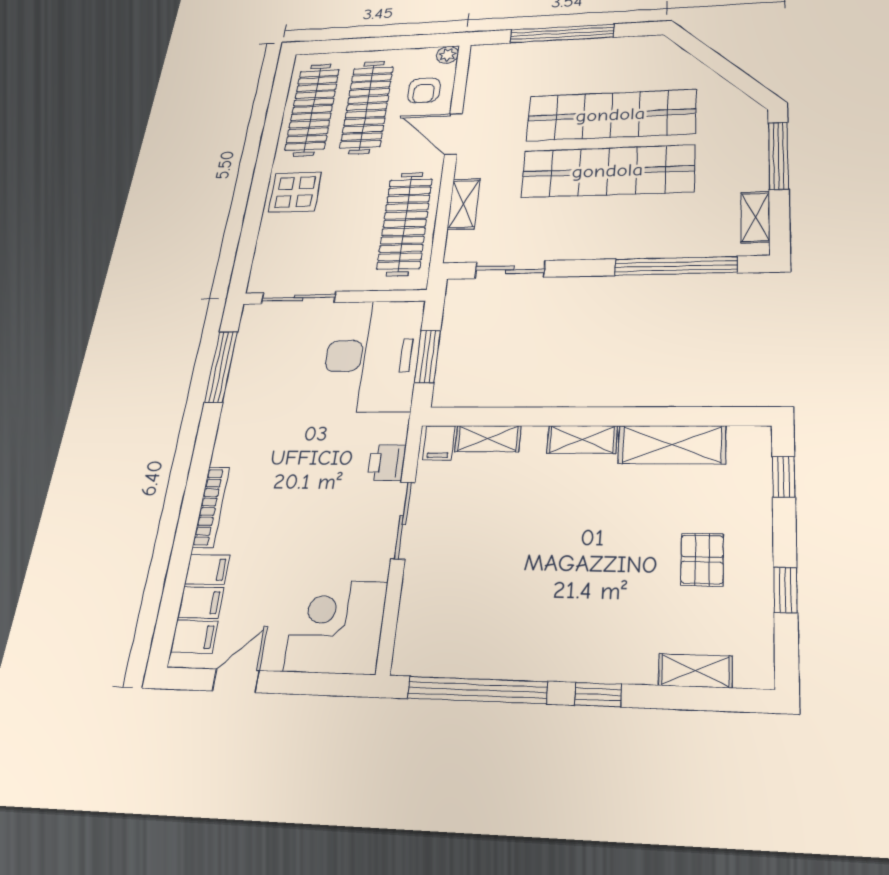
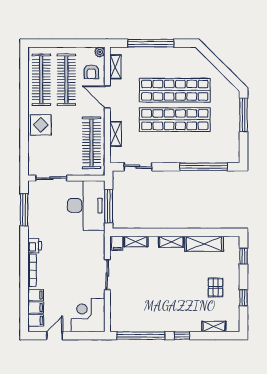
shelving: (755, 217) -> (115, 67), moved
window: (428, 357) -> (109, 206), width x1.44
printer: (387, 463) -> (35, 246), moved, turned 180

